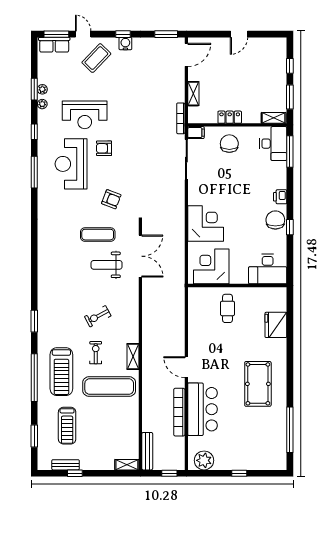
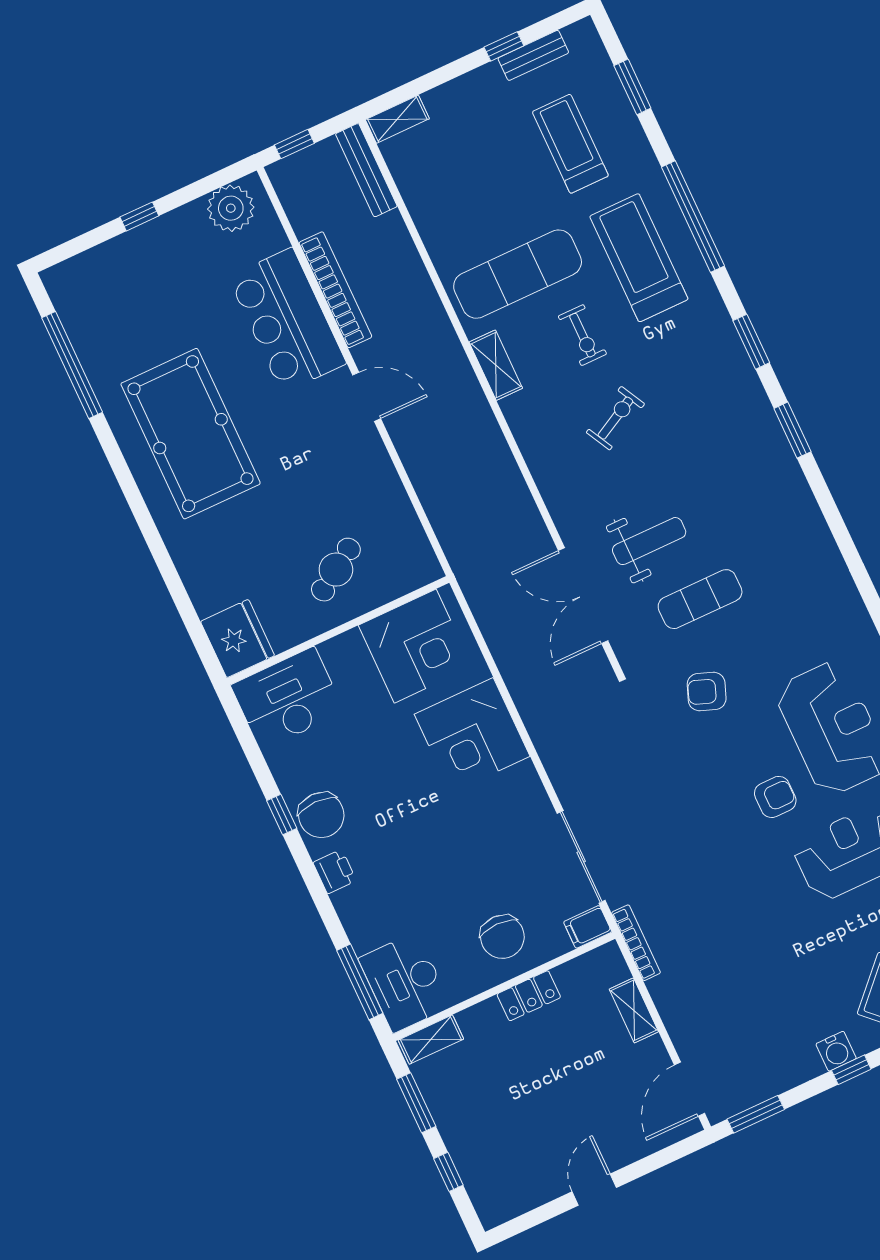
window: (34, 281) -> (792, 430), added
cafe table: (227, 308) -> (336, 570), turned 57
fridge: (276, 325) -> (238, 639), moved
pool table: (258, 384) -> (191, 434), width x1.36, depth x1.32

